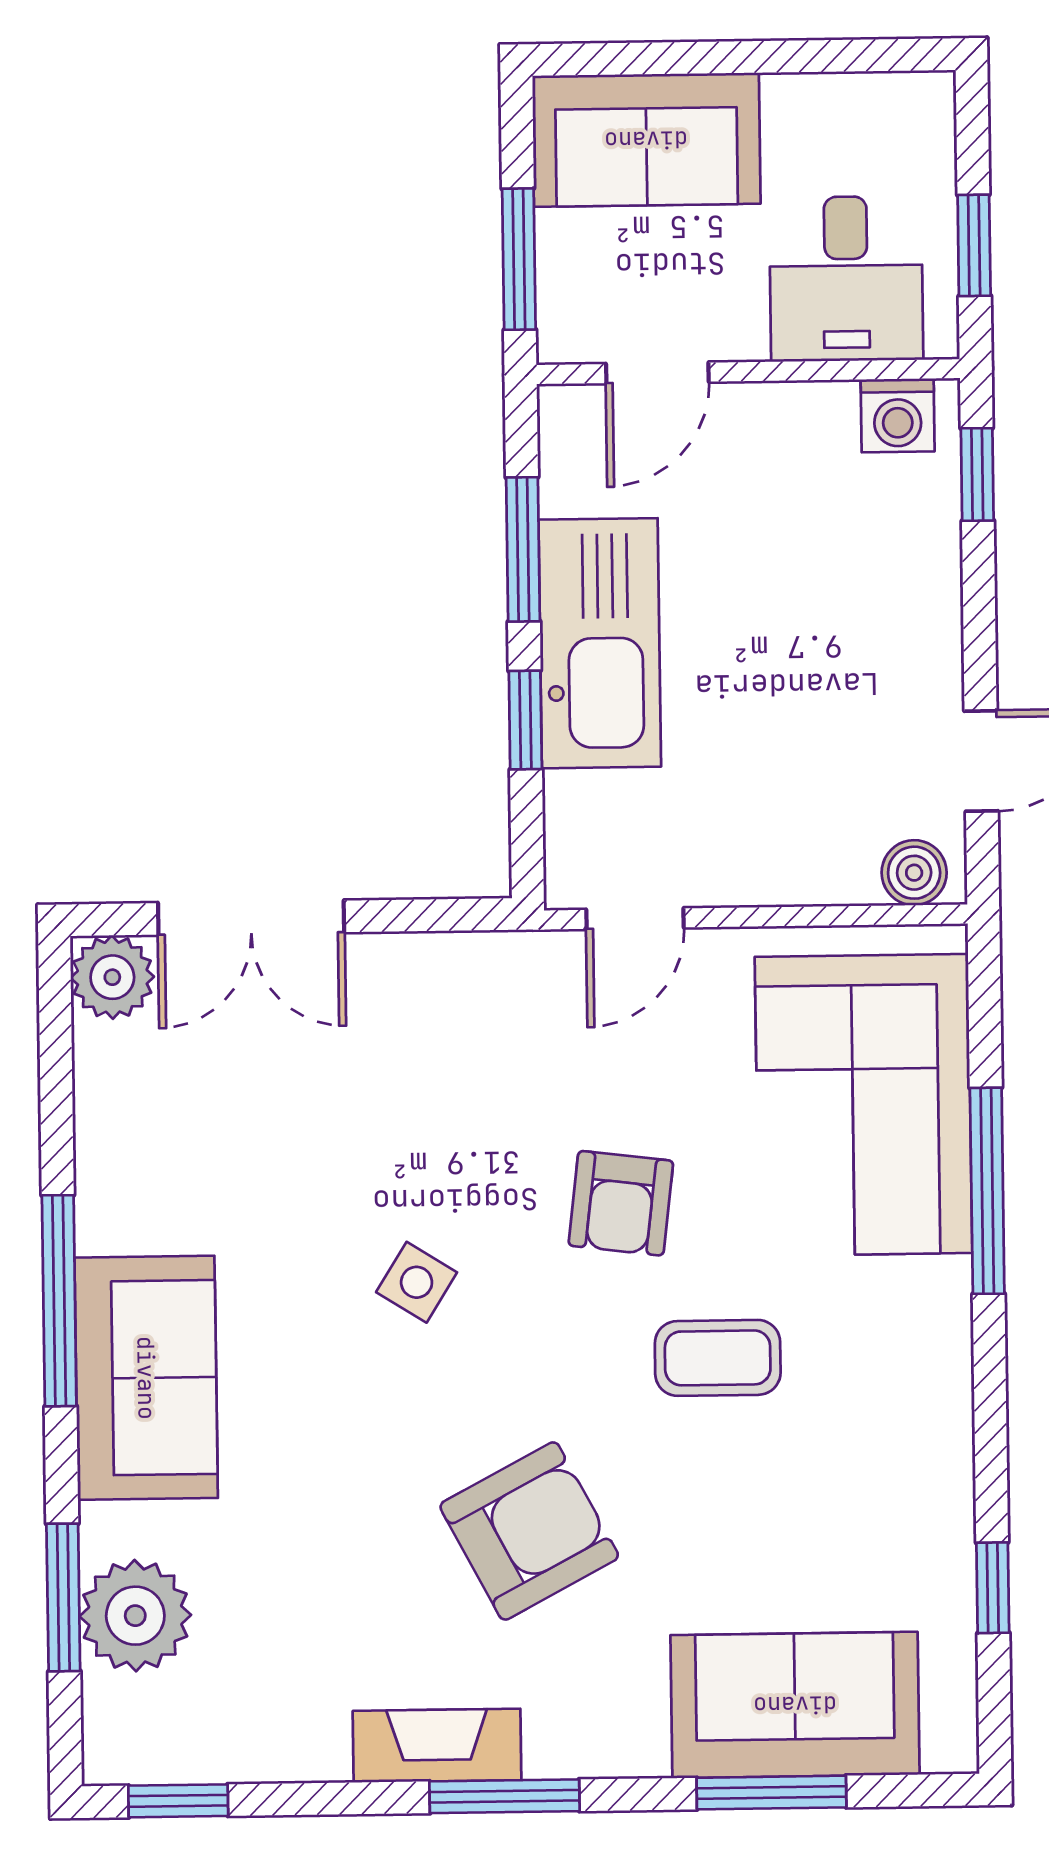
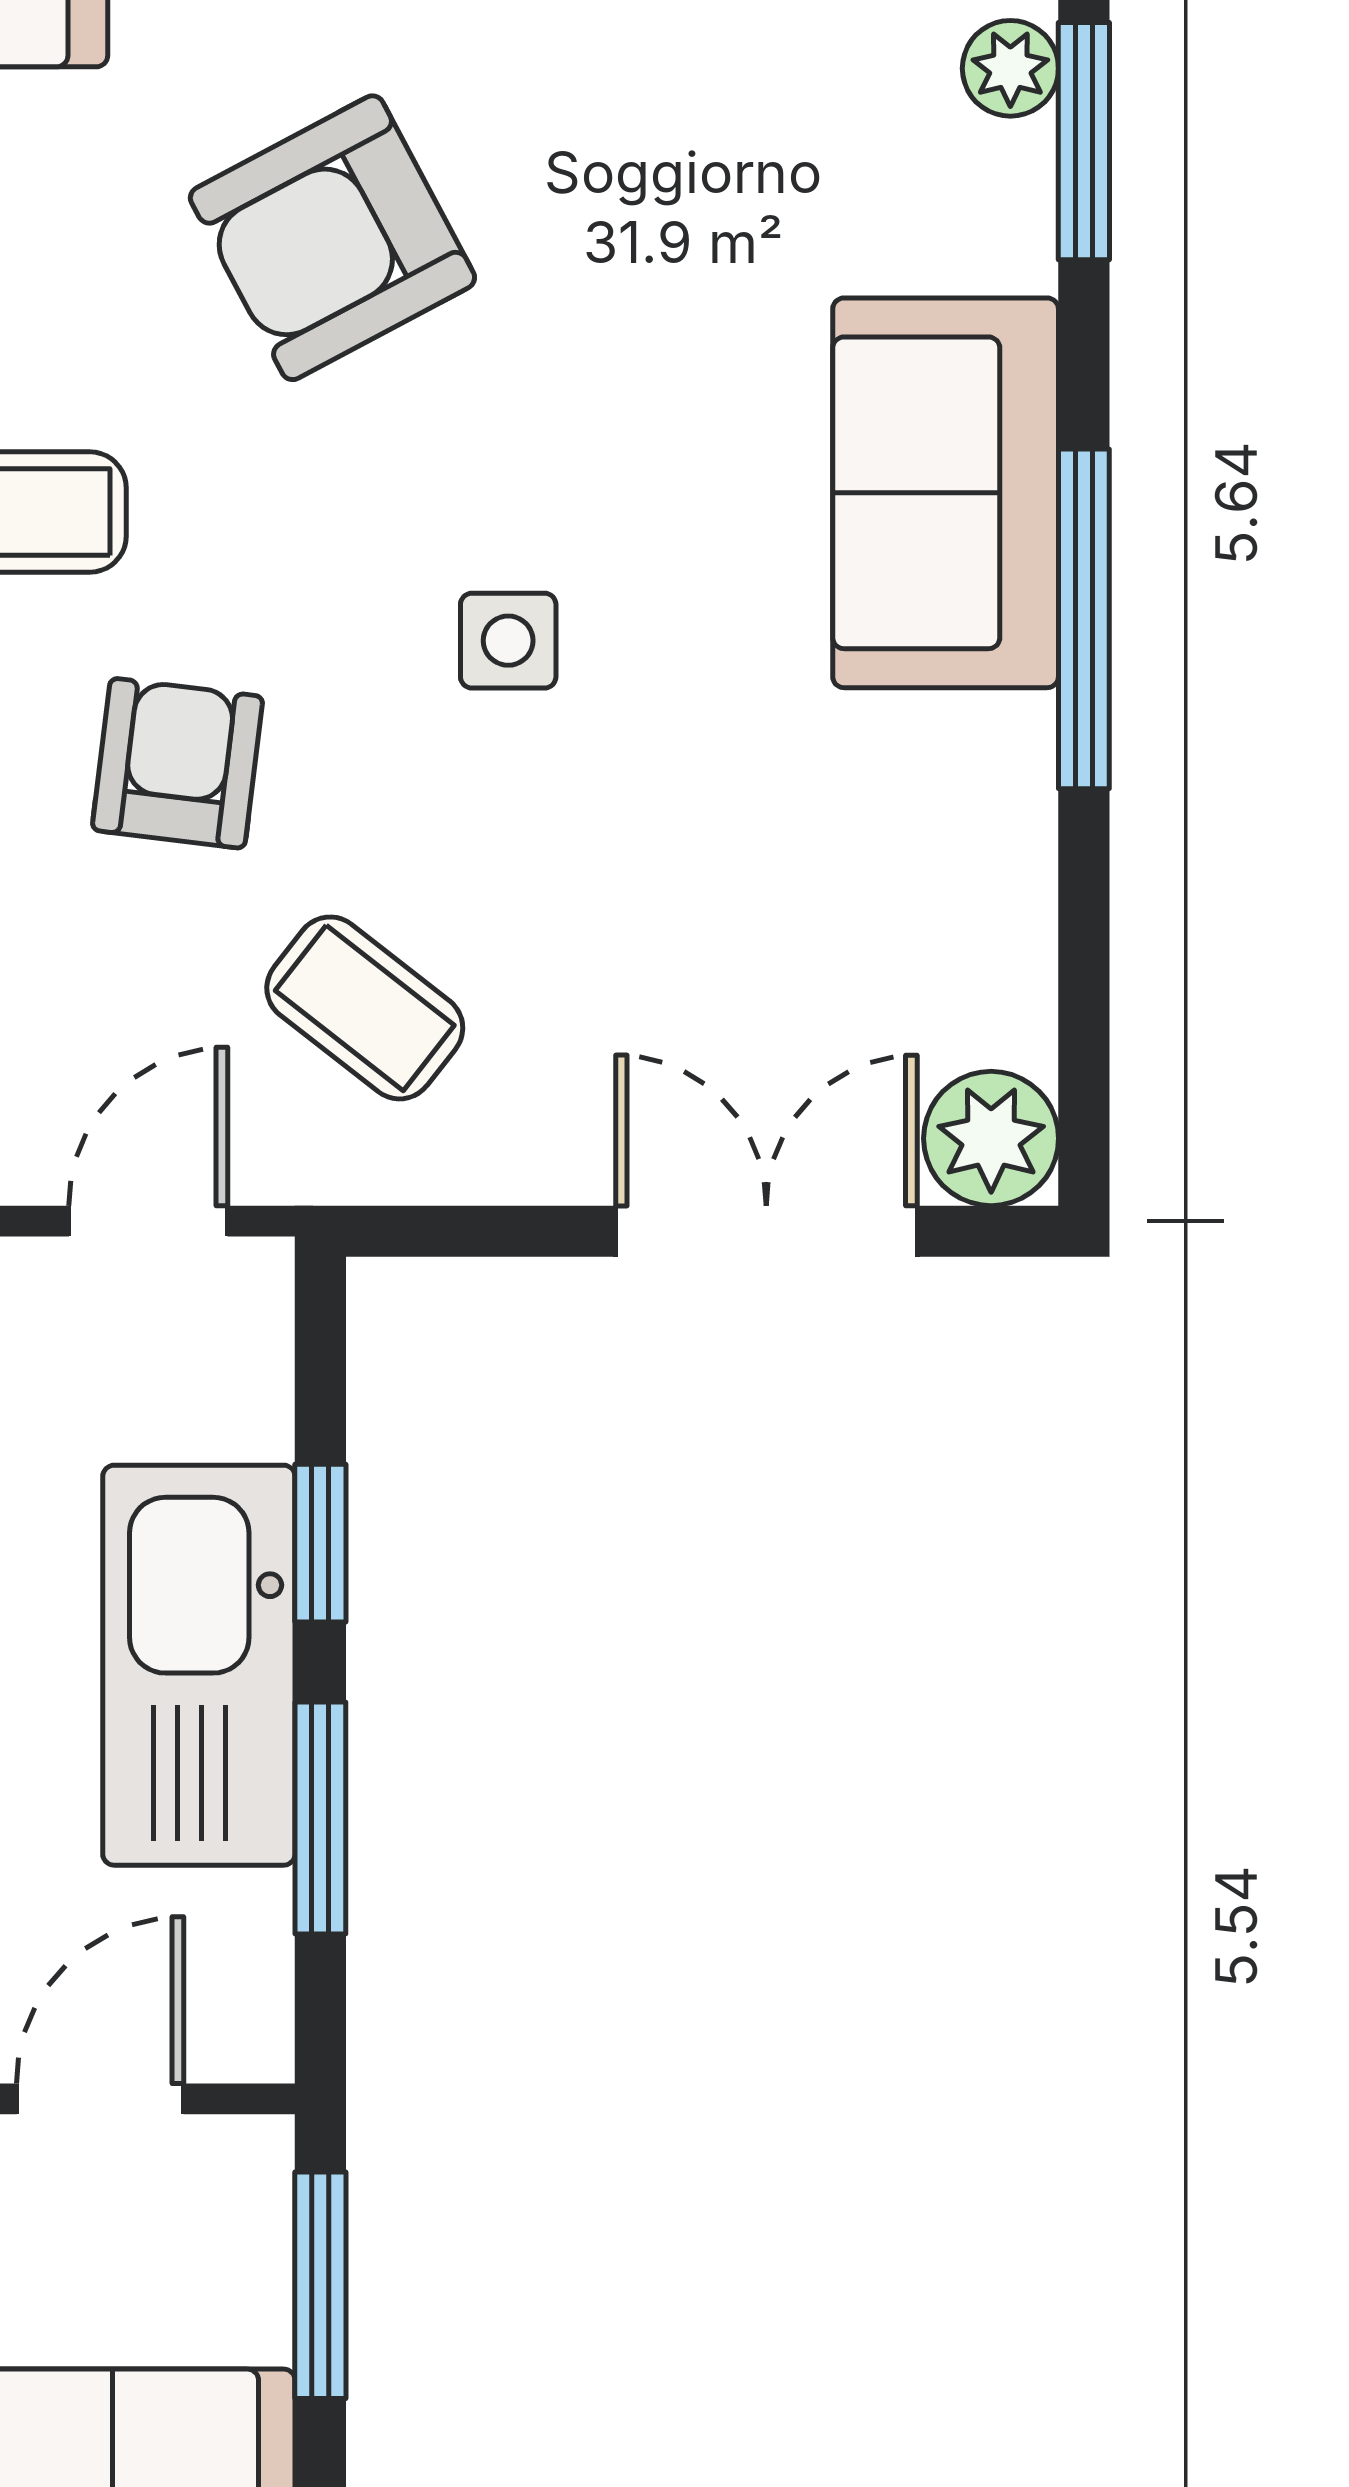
coffee table: (502, 1053) -> (365, 1008), added
side table: (417, 1282) -> (508, 641), turned -32
plant: (135, 1616) -> (1010, 68), width x0.53, depth x0.53

